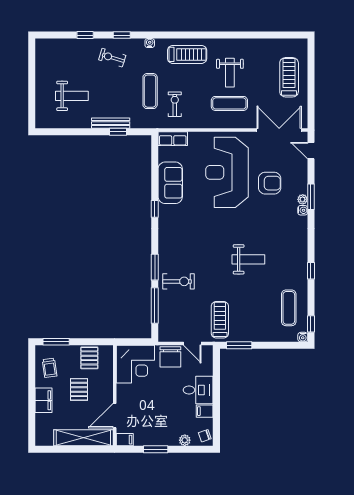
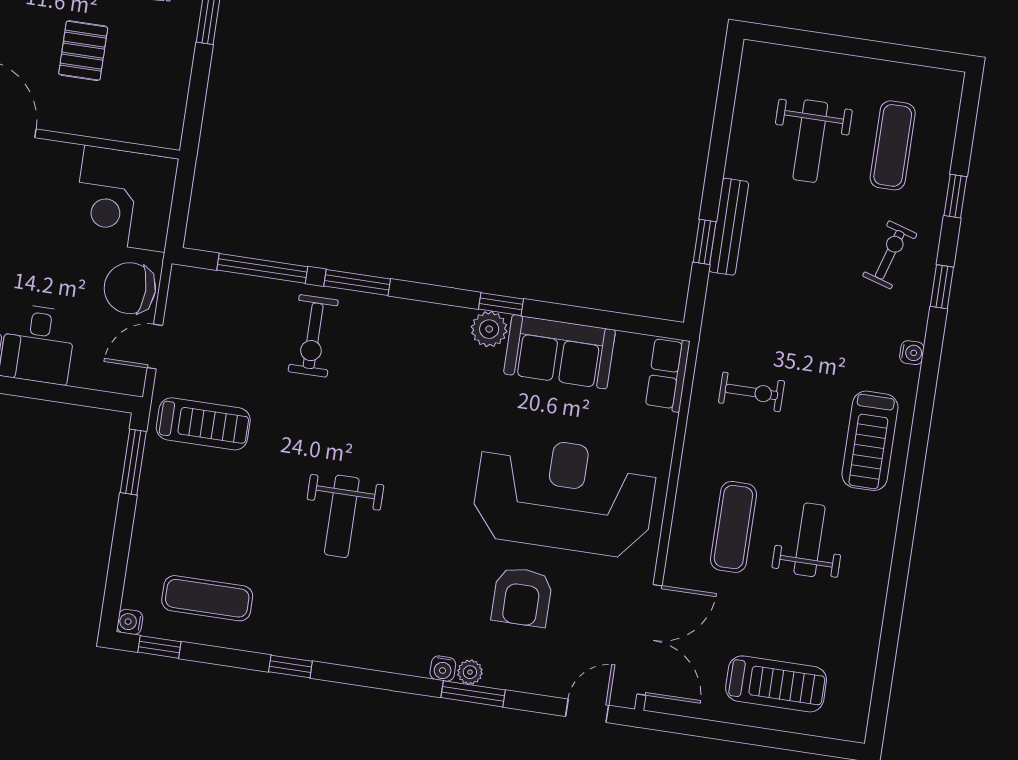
weight bench: (230, 73) -> (809, 540), turned 90
exercise mat: (150, 91) -> (893, 145), moved, turned 90
plant: (165, 212) -> (489, 329), added
pallet: (89, 358) -> (157, 88), removed
pallet: (79, 389) -> (83, 51), turned 90

